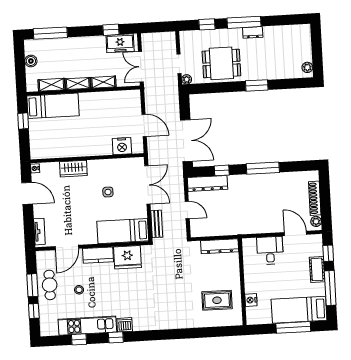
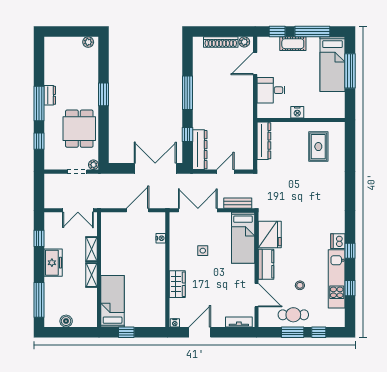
freezer: (120, 43) -> (53, 263), moved
shelving: (51, 85) -> (91, 302), removed
nightstand: (122, 146) -> (161, 238), width x0.53, depth x0.56
nightstand: (251, 300) -> (297, 112), moved

